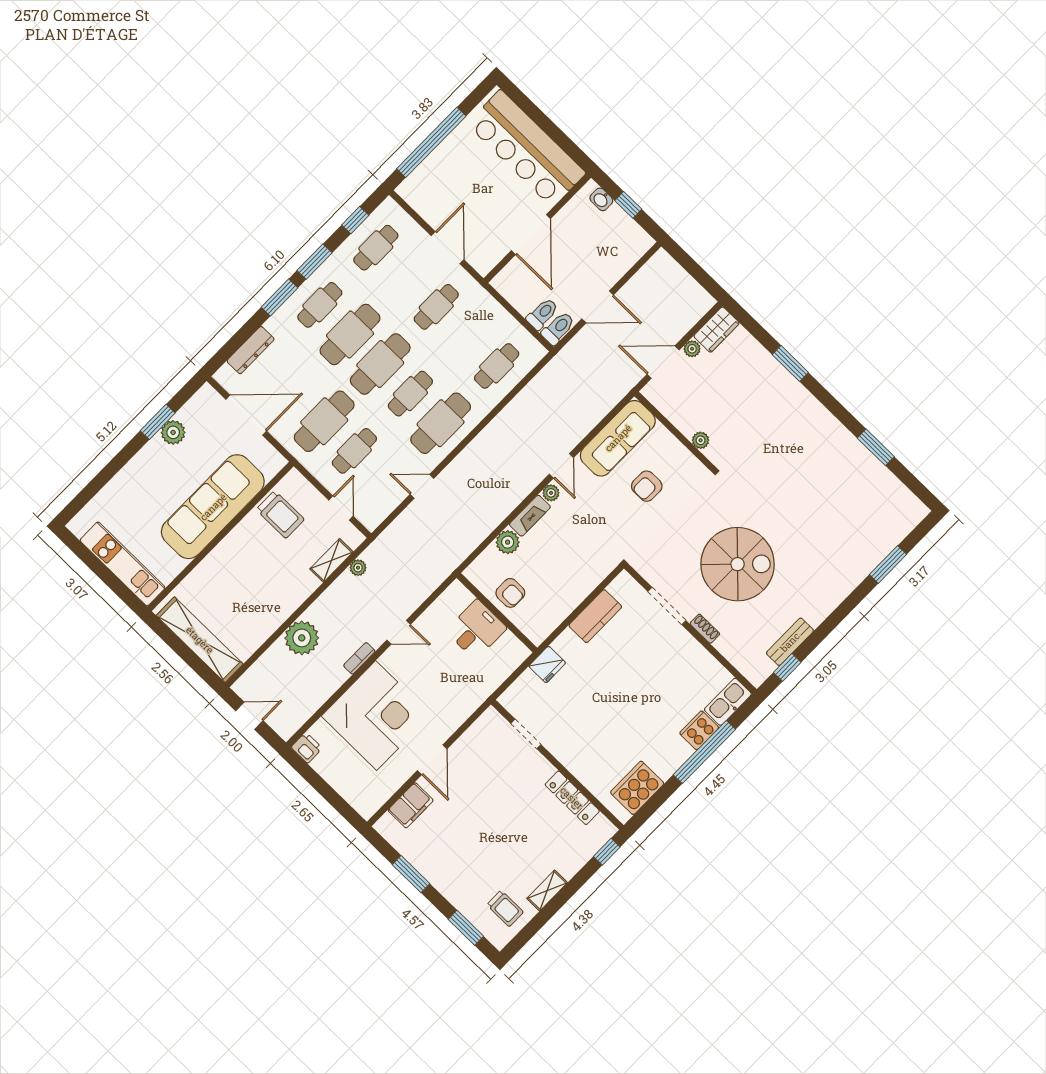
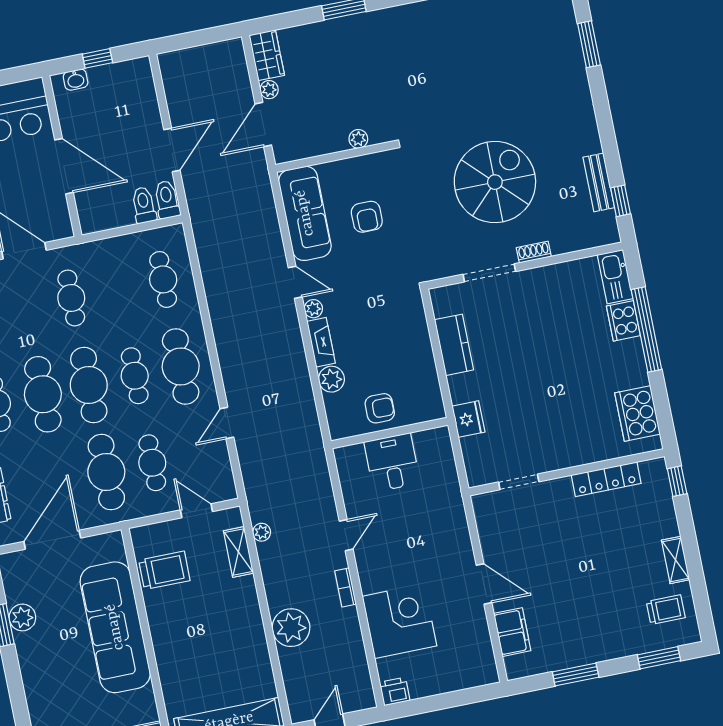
corner desk: (376, 715) -> (399, 621), width x0.74, depth x0.74

